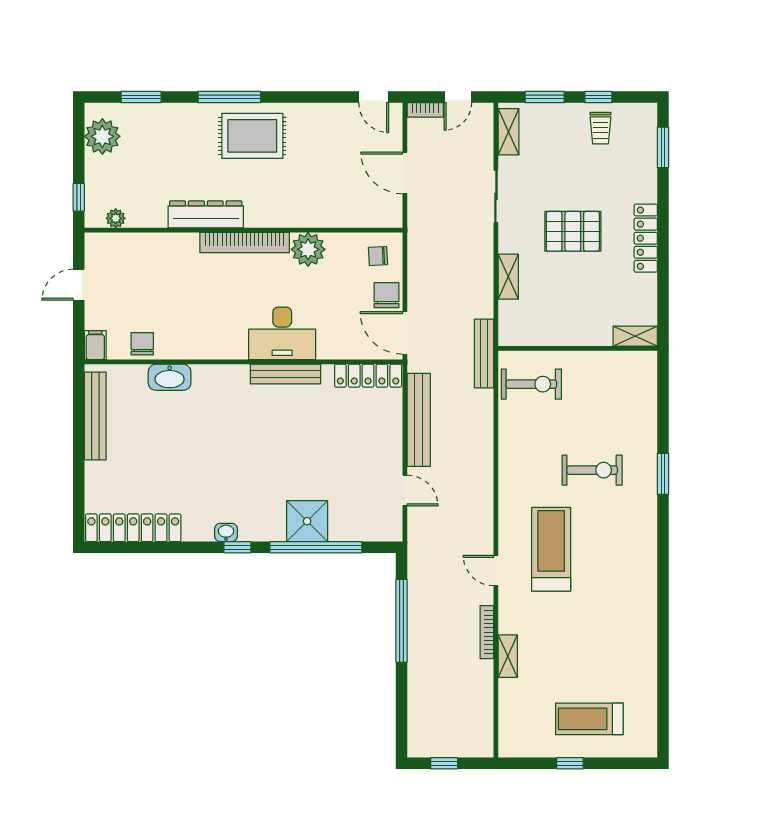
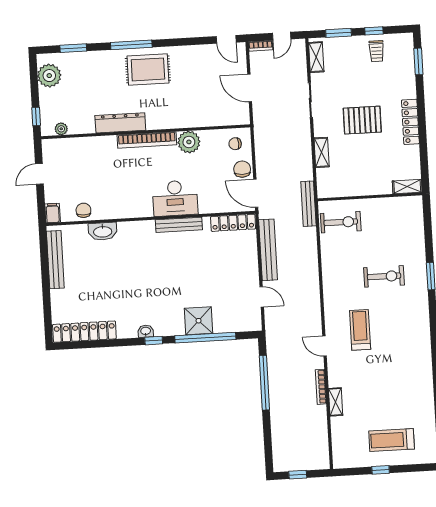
treadmill: (551, 549) -> (360, 330), width x0.73, depth x0.73

